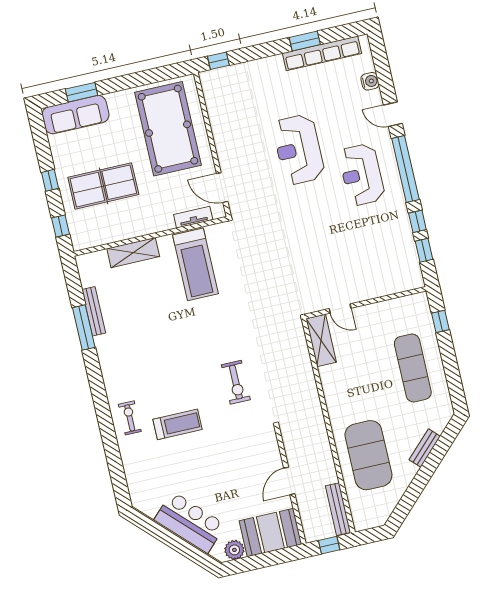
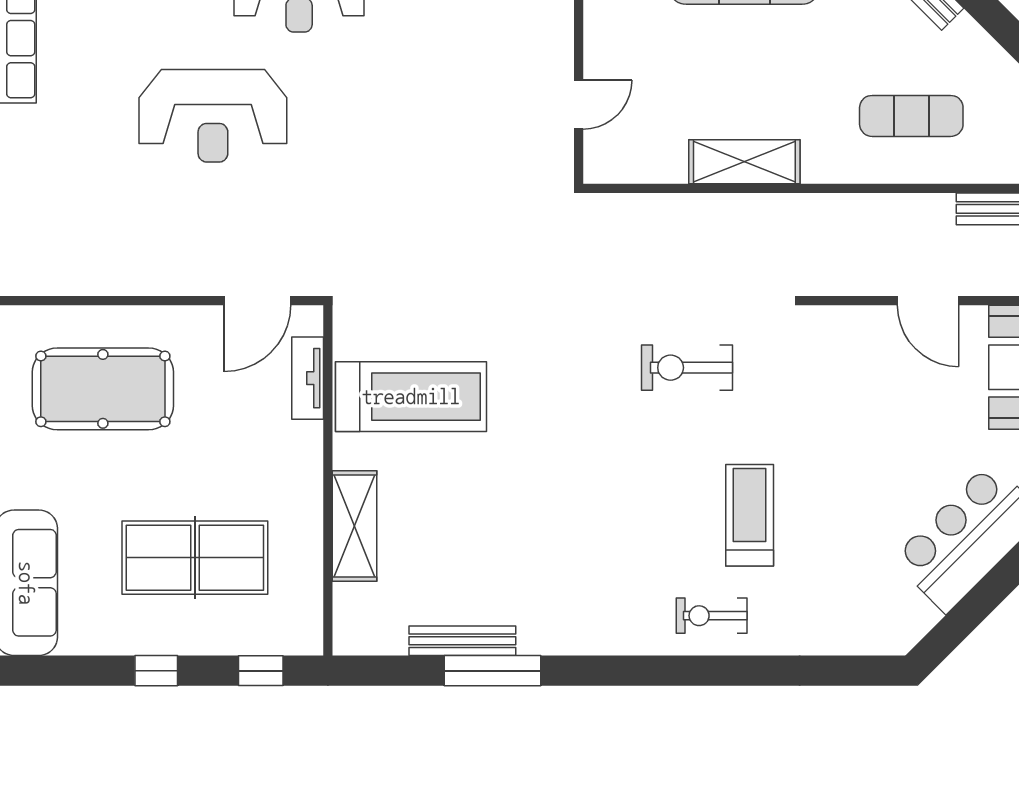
pool table: (168, 129) -> (103, 389), width x0.73, depth x0.76
table tennis table: (103, 186) -> (195, 558), turned 90
shelving: (321, 340) -> (744, 162), moved
exercise bike: (236, 382) -> (687, 368), turned 180
exercise mat: (368, 455) -> (911, 116), width x0.50, depth x0.69

